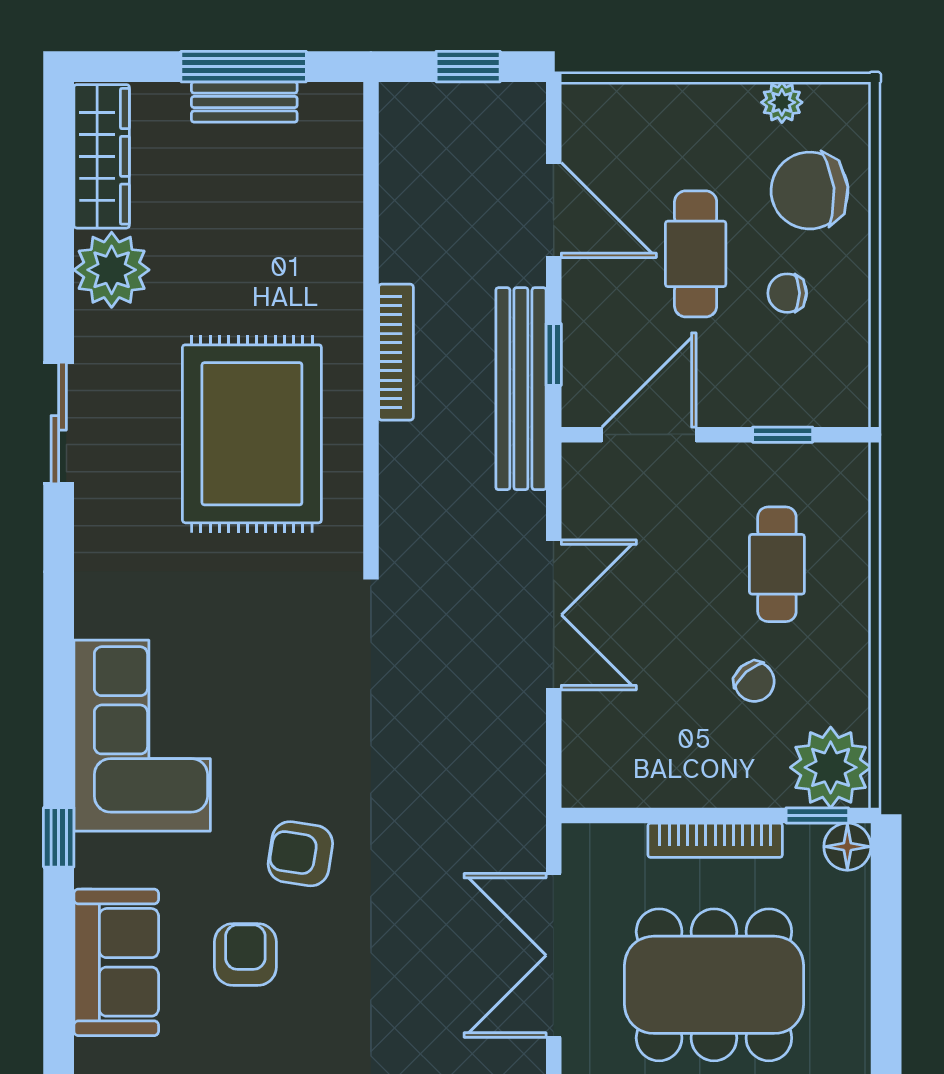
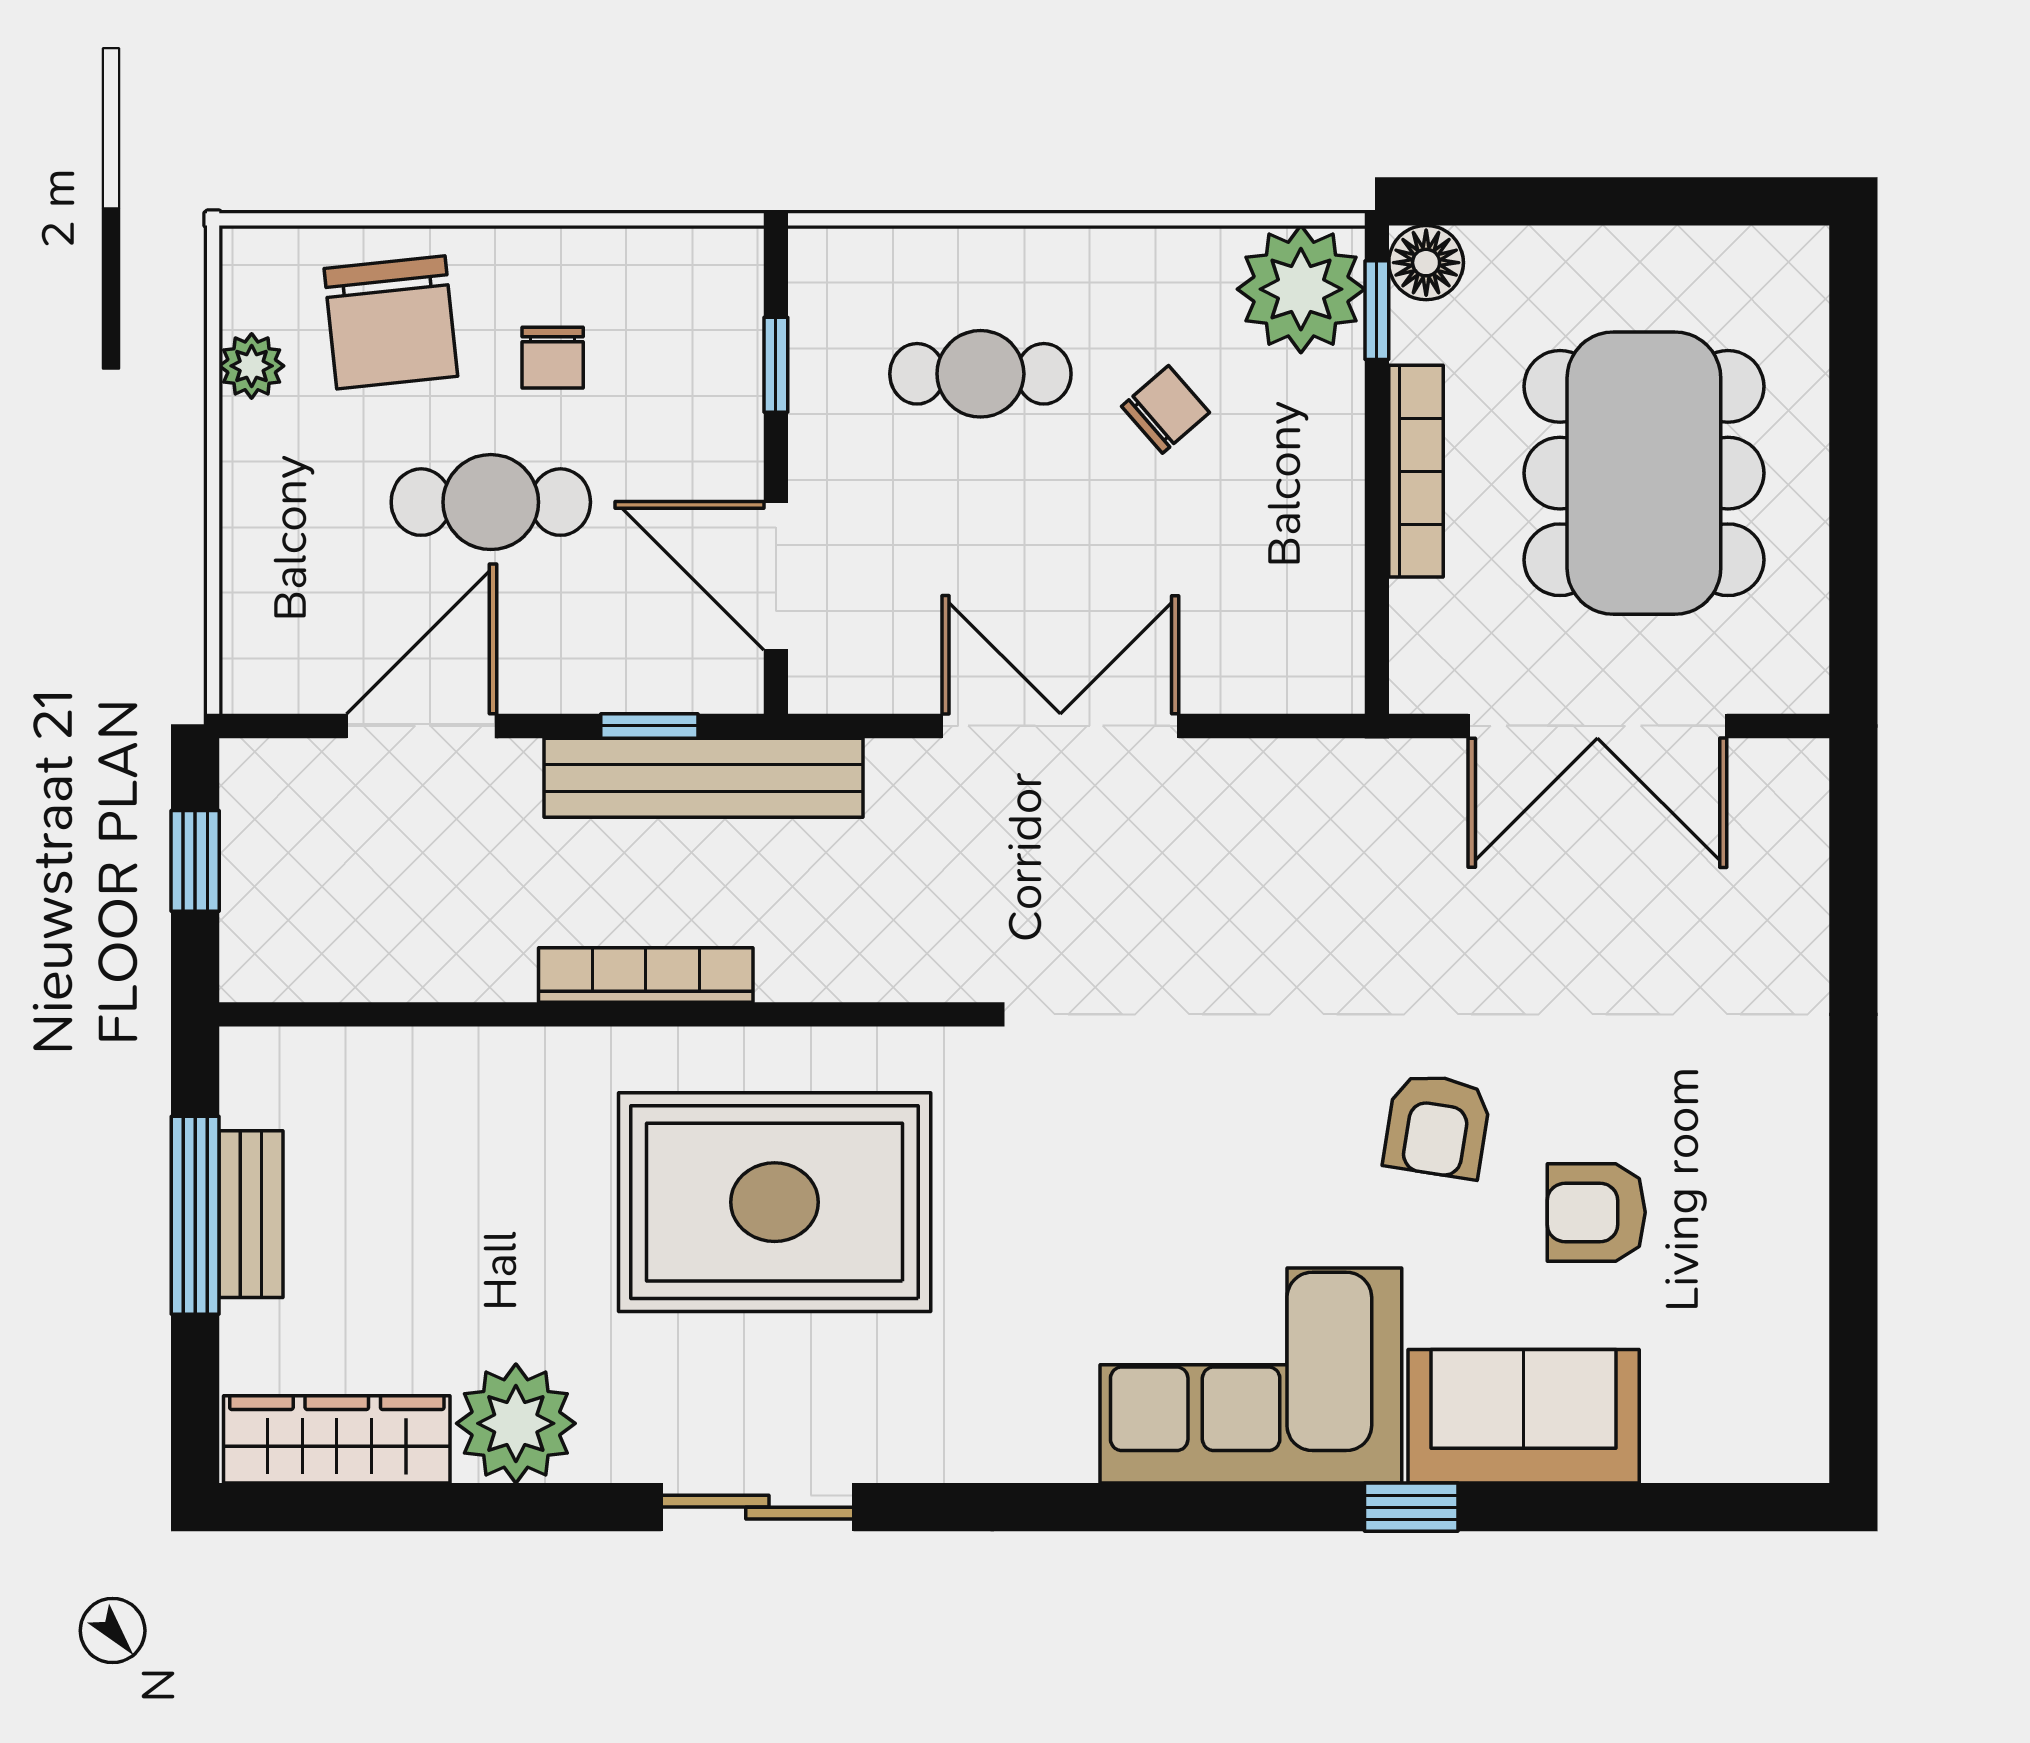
sofa: (116, 962) -> (1524, 1416), moved

